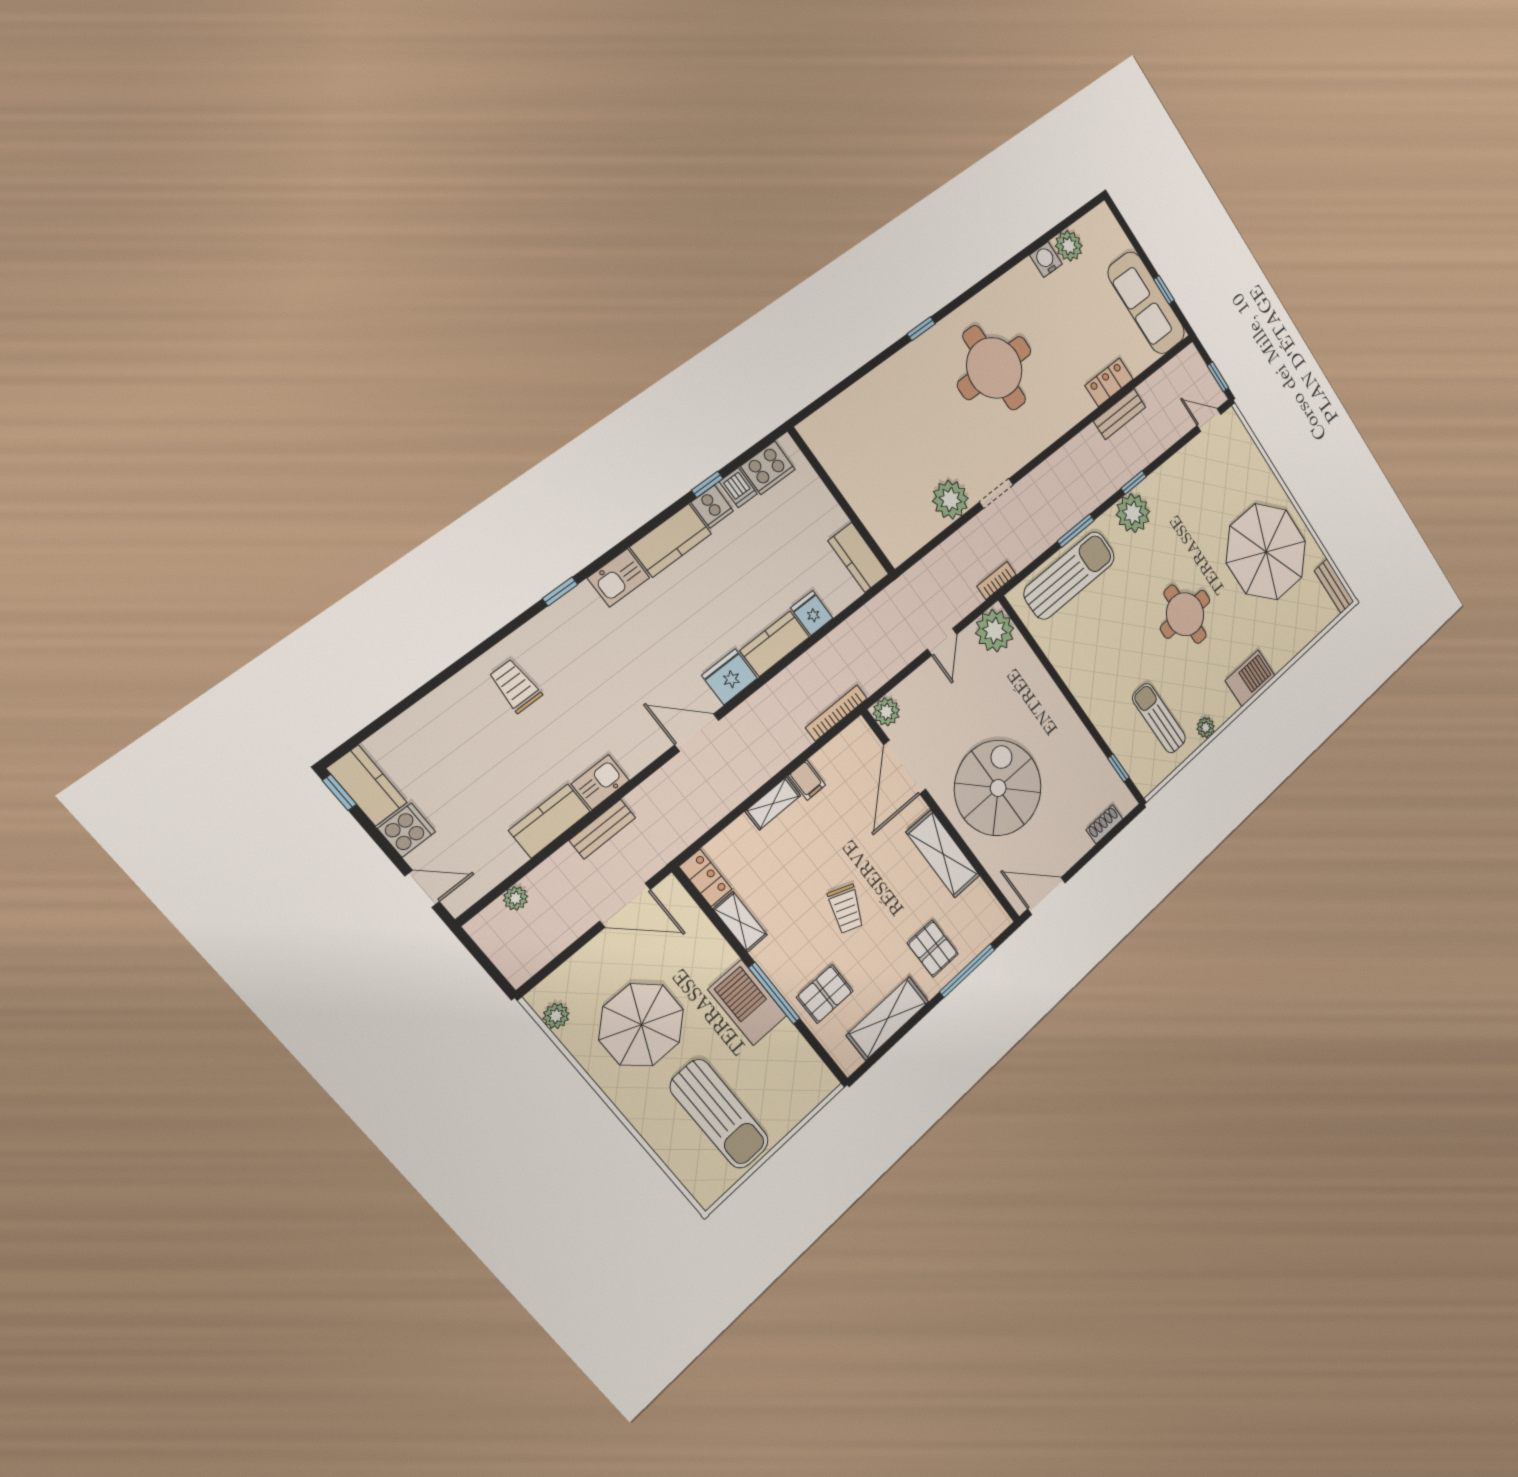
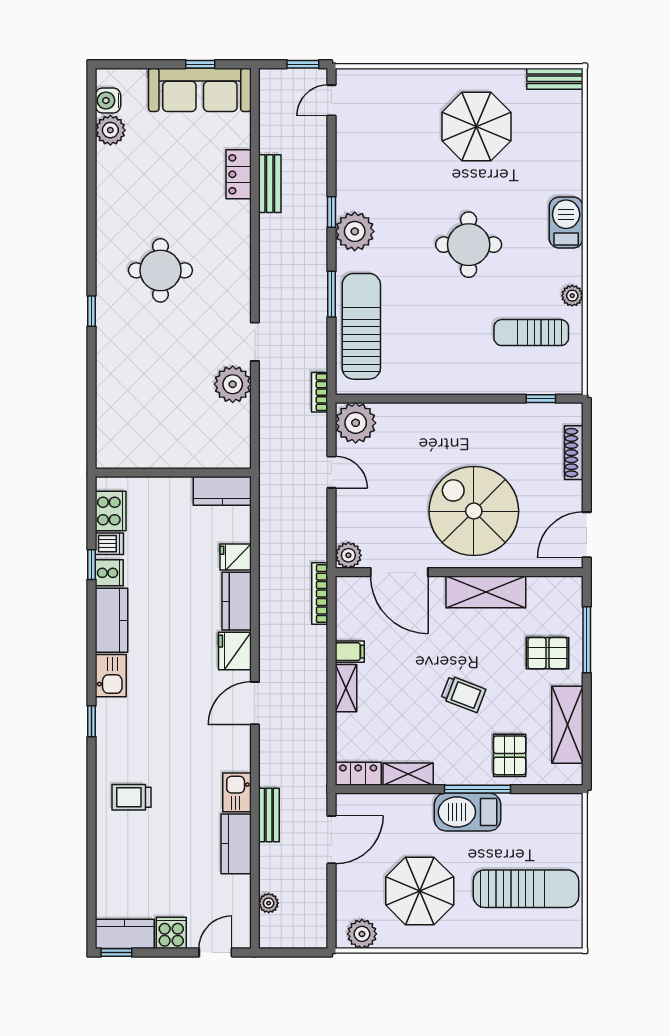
water cooler: (1046, 259) -> (108, 100), moved
round table: (994, 368) -> (160, 270), width x0.73, depth x0.73
parasol: (1266, 552) -> (476, 126), width x0.73, depth x0.73
shoe rack: (1104, 824) -> (574, 453), width x1.43
plant: (556, 1016) -> (362, 934), width x1.38, depth x1.38

